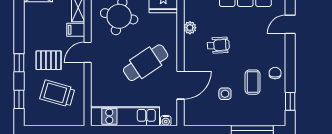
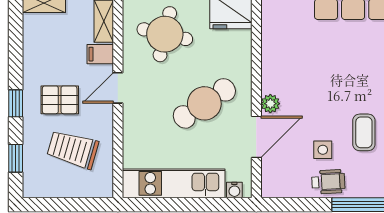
plant: (190, 28) -> (270, 104), moved
wheelchair: (218, 45) -> (328, 182), moved

